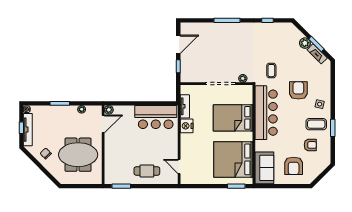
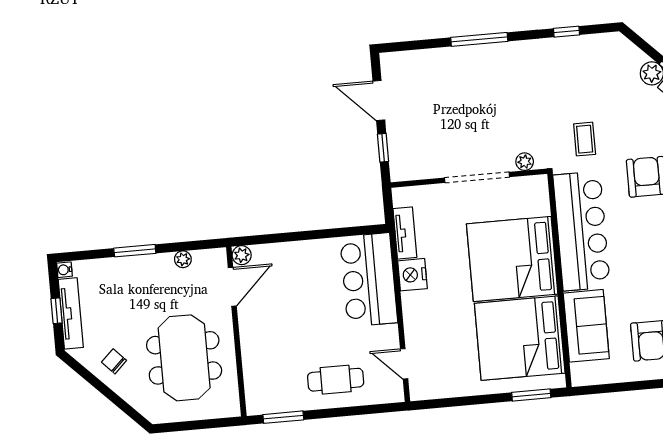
door: (178, 44) -> (379, 100), swing flipped
bar counter: (156, 117) -> (369, 280), moved, turned 90
bed: (233, 118) -> (512, 259), width x1.36
meeting table: (78, 155) -> (184, 358), turned 90
sofa: (264, 168) -> (586, 326), moved

